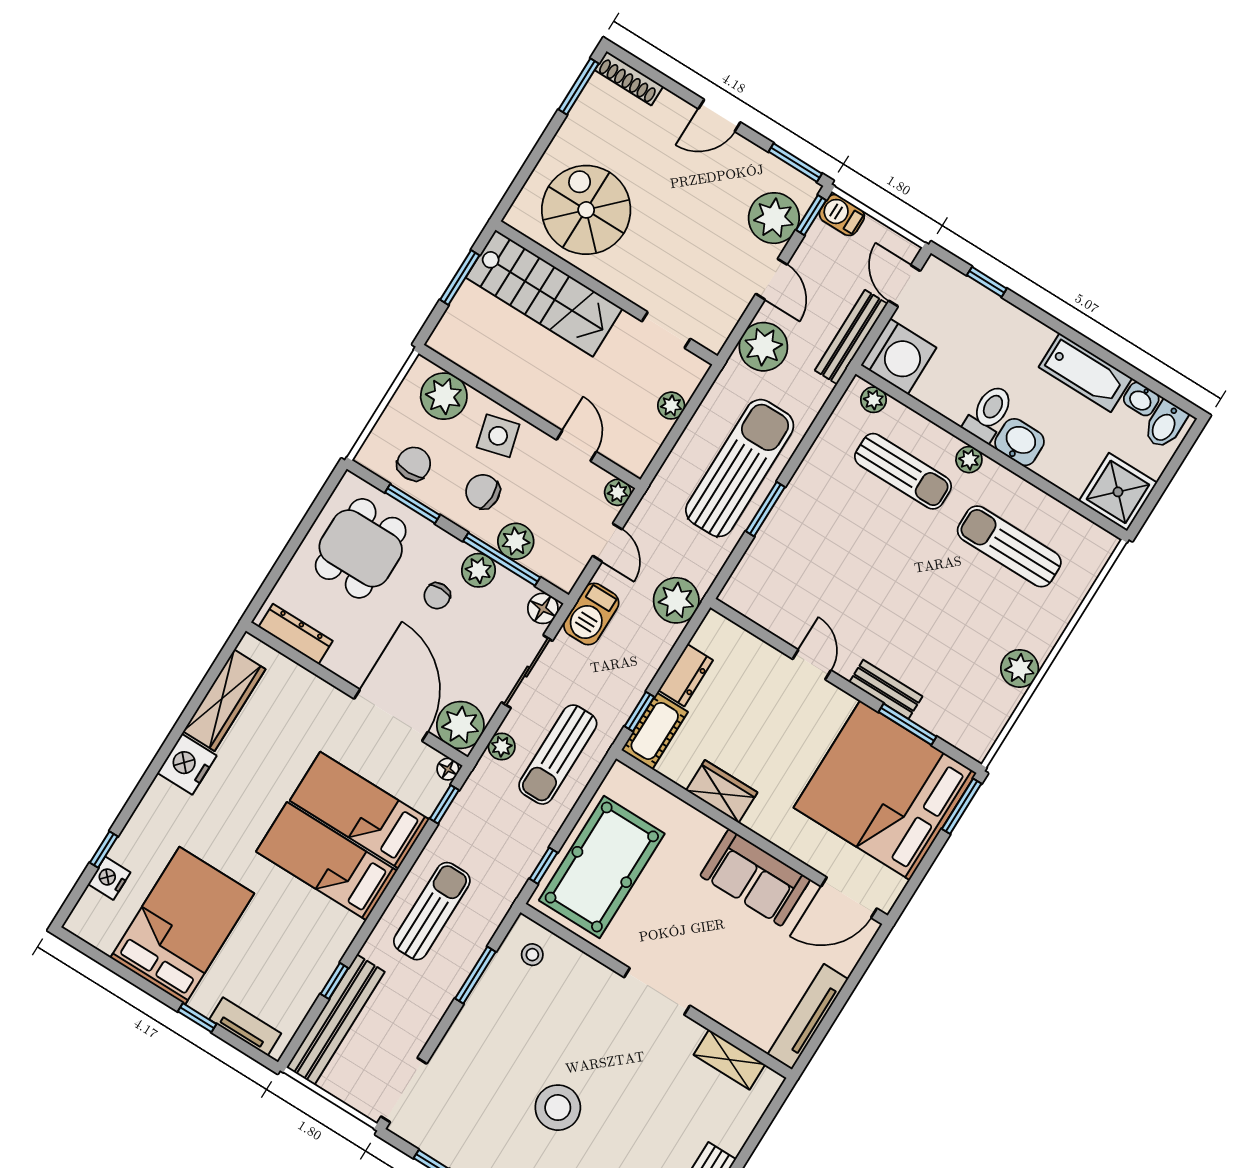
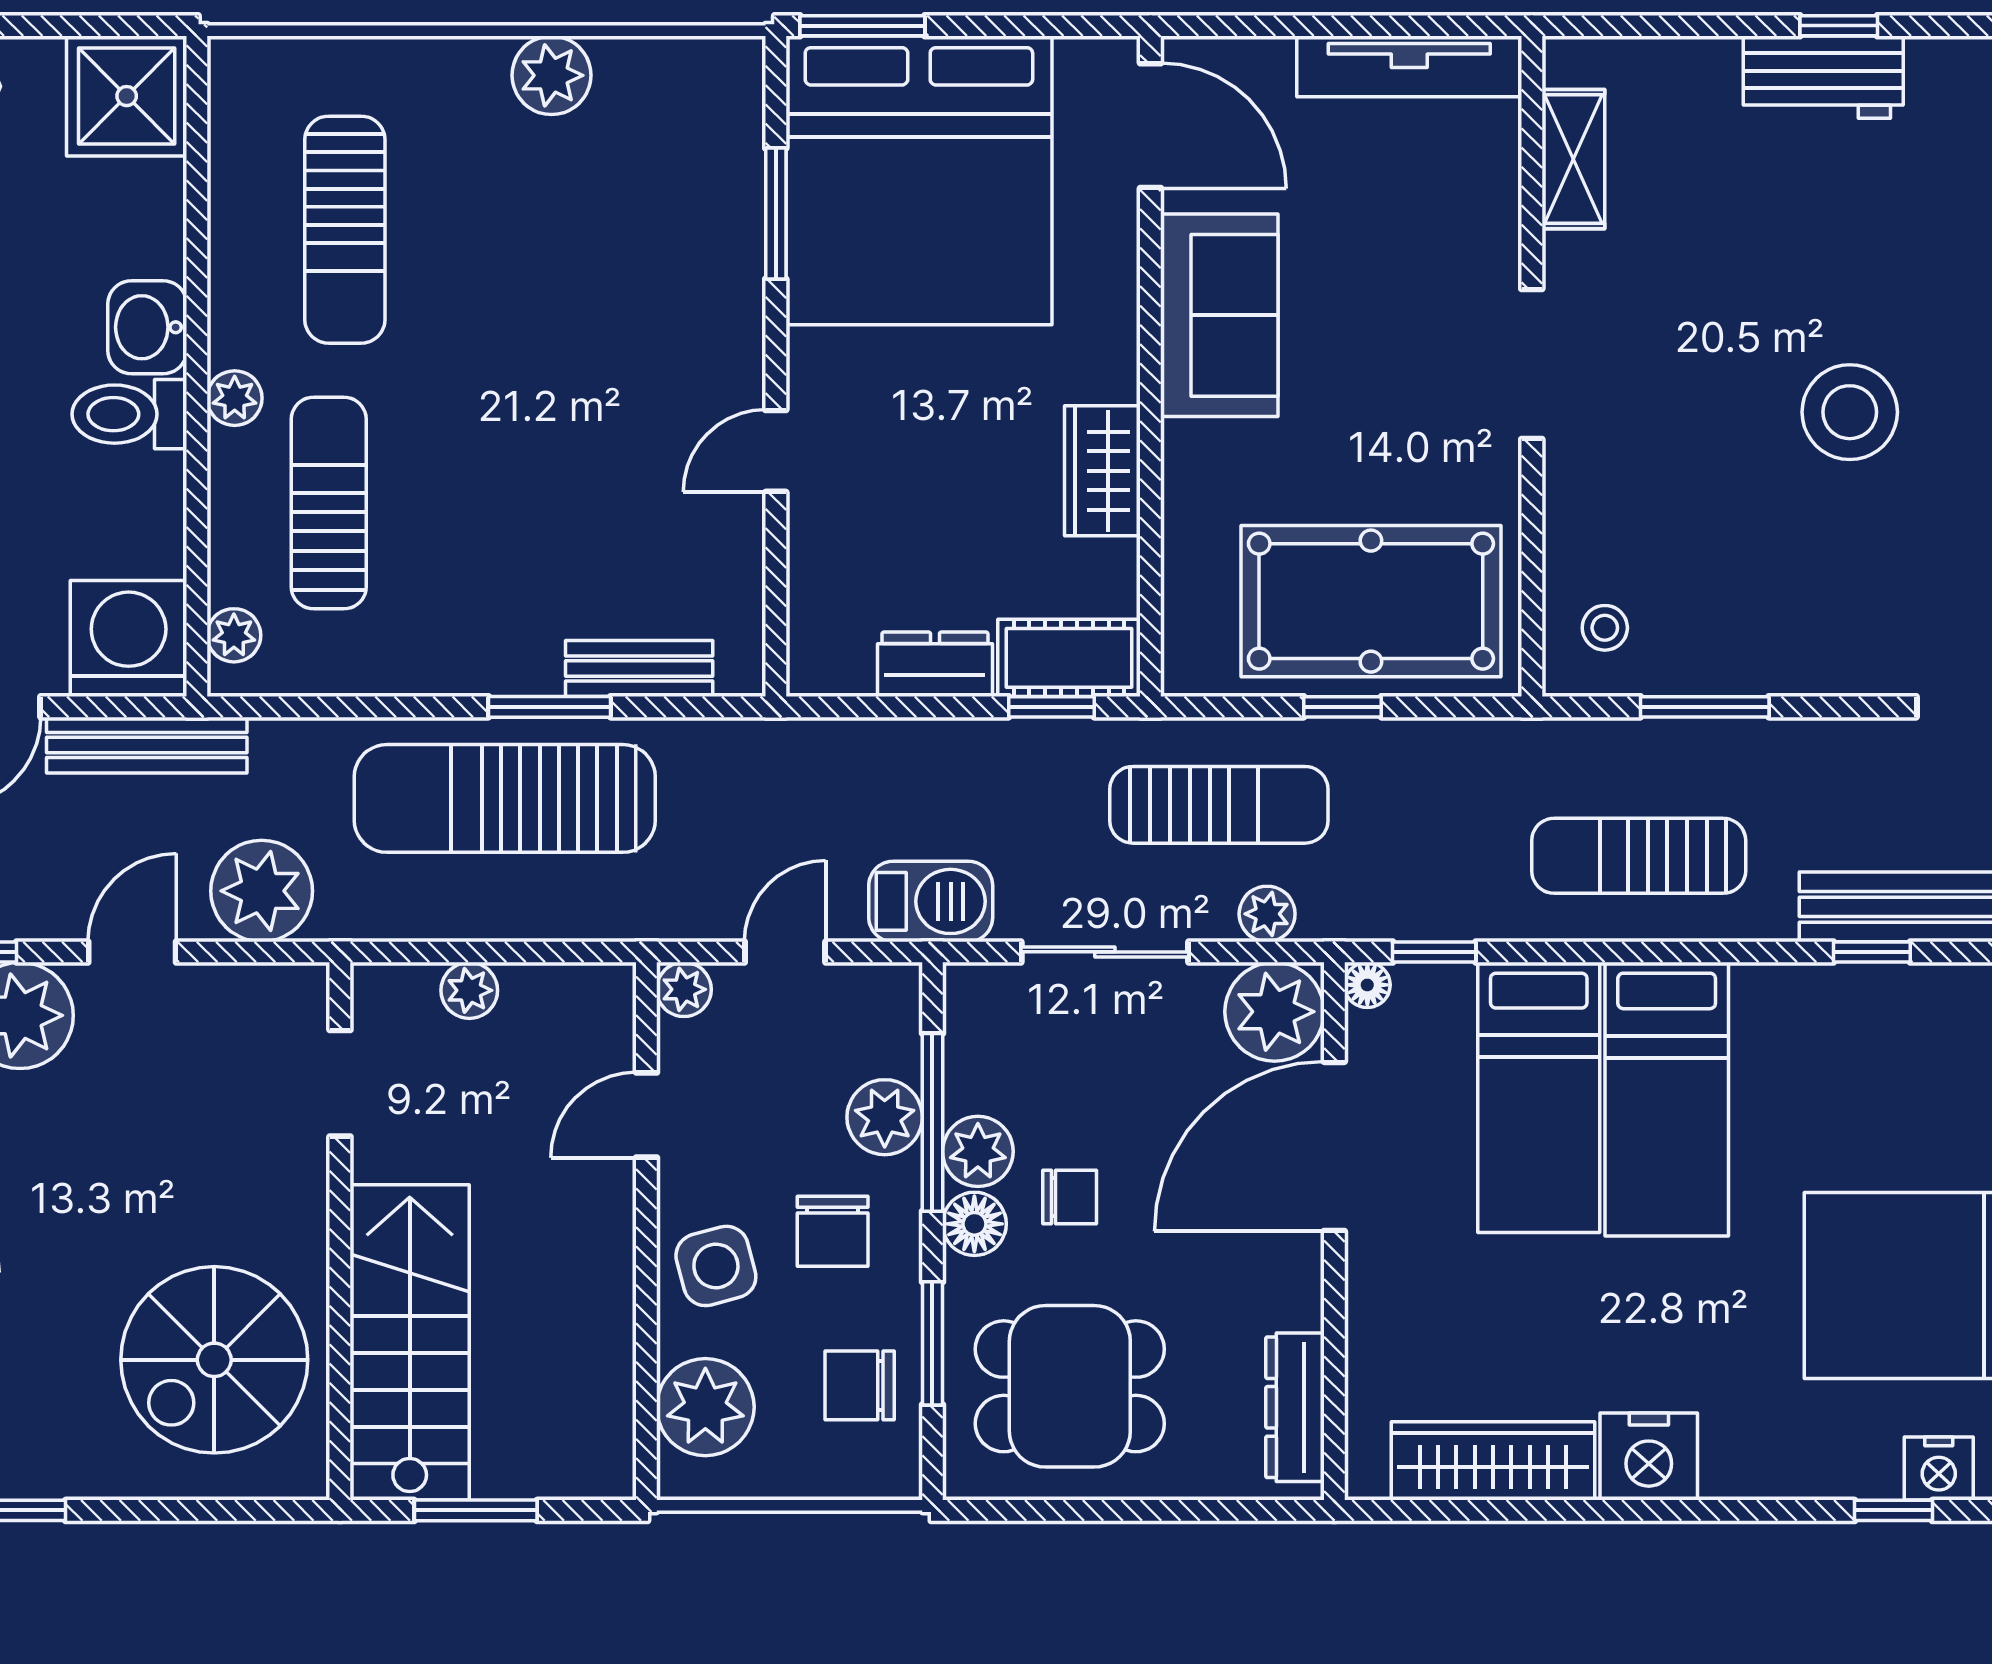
plant: (676, 600) -> (812, 765), removed
floor lamp: (543, 608) -> (974, 1224), moved
bench: (886, 689) -> (639, 669), moved, turned 90
window: (543, 866) -> (1343, 707), moved

